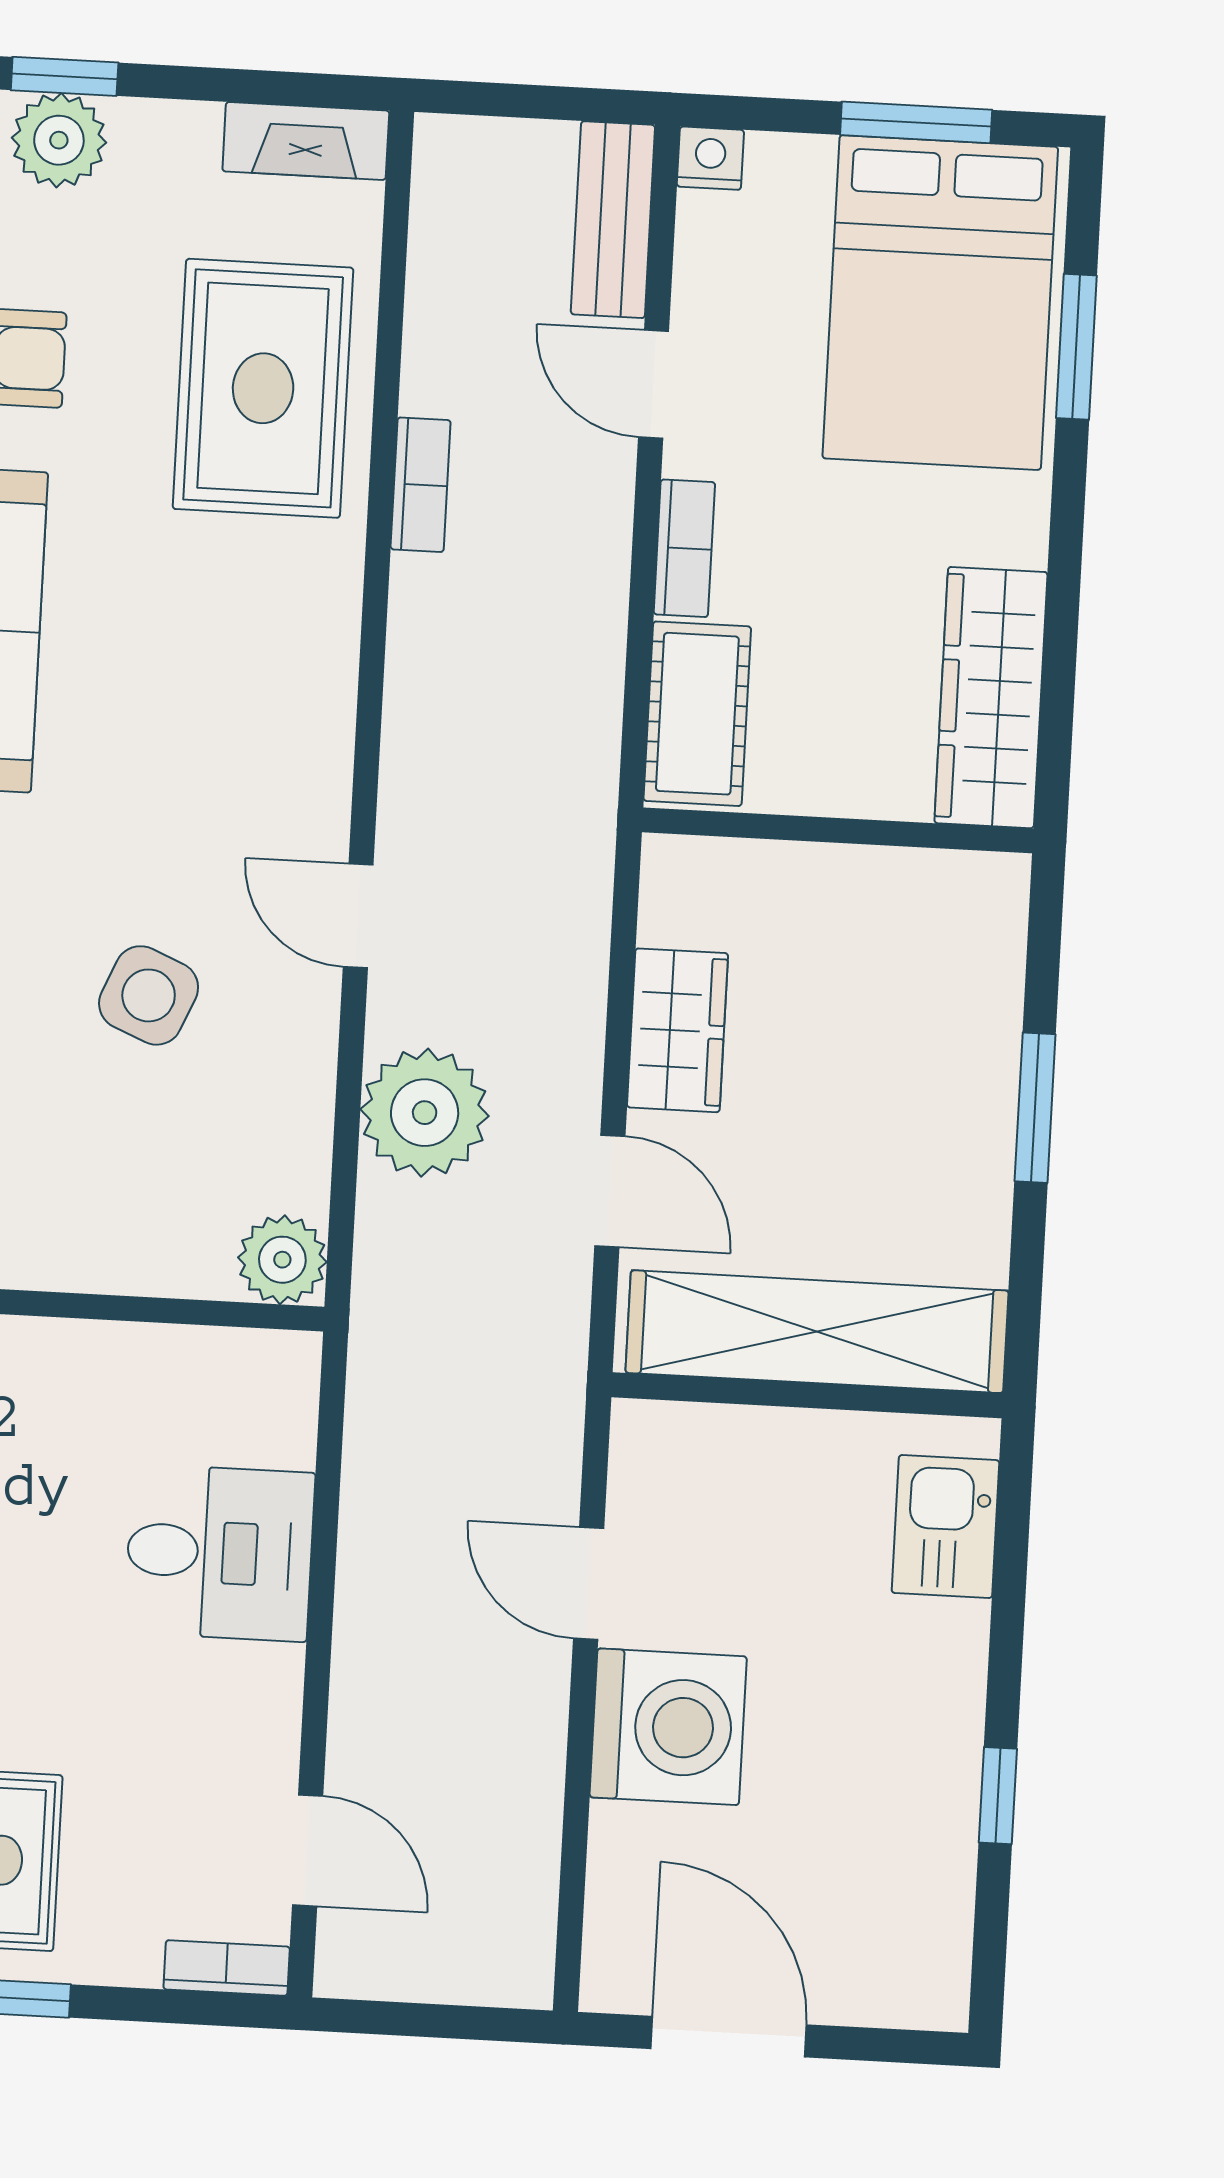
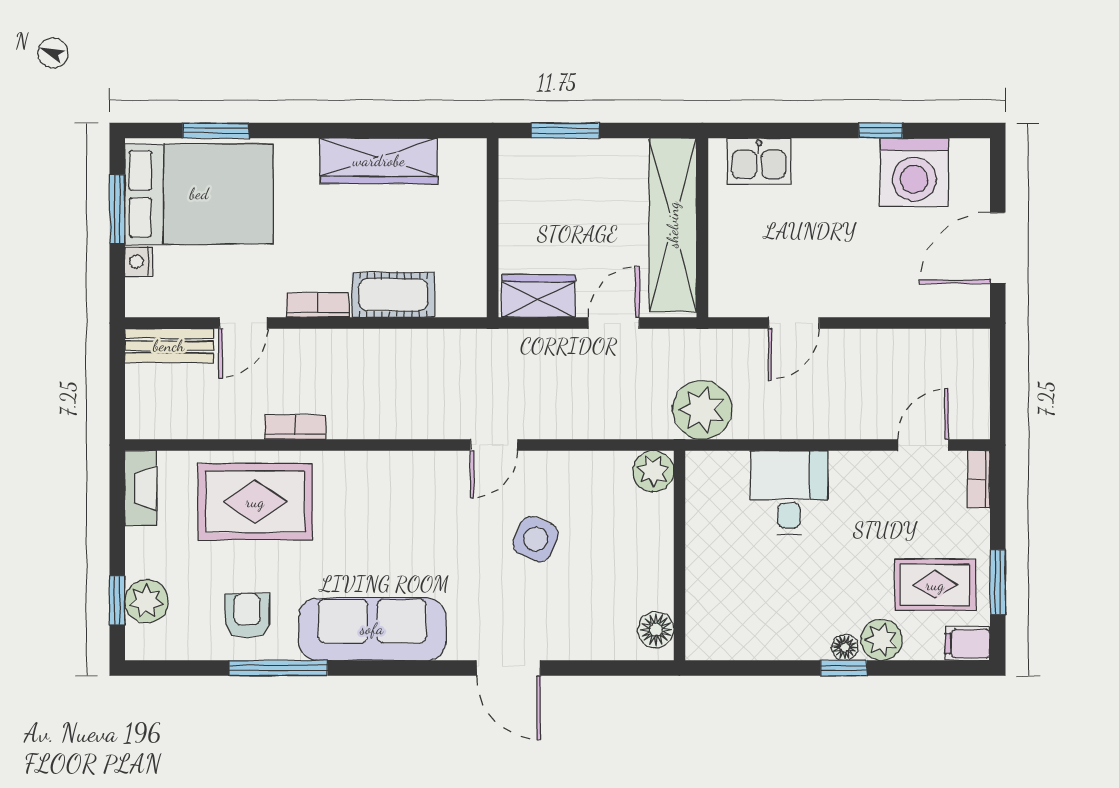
nightstand: (710, 158) -> (139, 262), moved
wall: (838, 830) -> (493, 228), moved
plant: (425, 1113) -> (702, 410), moved
washing machine: (668, 1727) -> (914, 172), moved, turned 180

